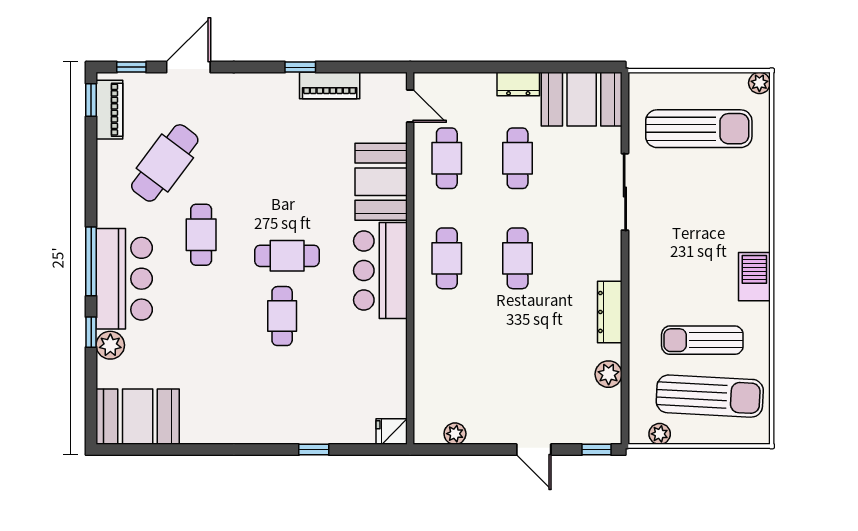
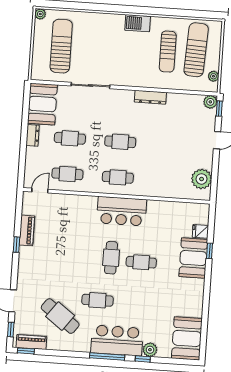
booth: (381, 182) -> (193, 258), moved, turned 90
plant: (609, 374) -> (210, 102), moved
fridge: (392, 432) -> (200, 231), moved, turned 90
plant: (455, 434) -> (202, 179), width x1.88, depth x1.88

